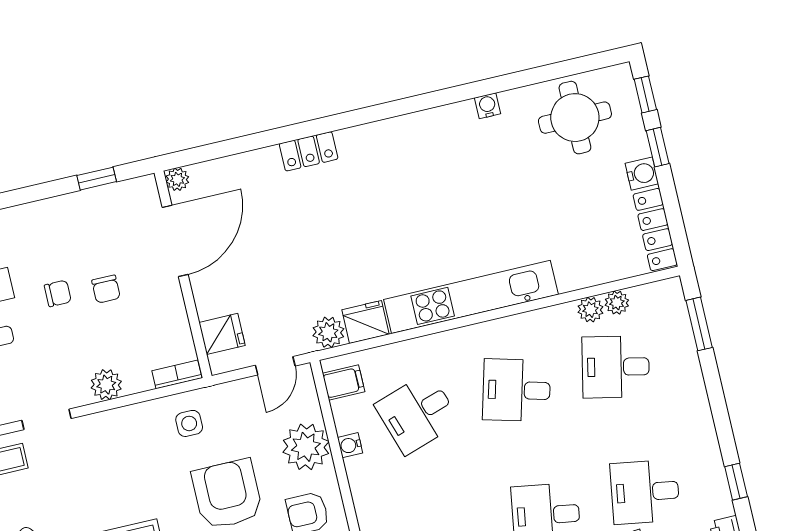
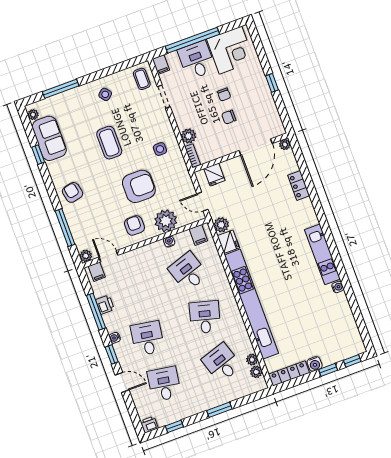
round table: (575, 118) -> (337, 329), removed
kitchen unit: (416, 129) -> (322, 254), added
locker: (309, 151) -> (299, 186), moved
window: (97, 179) -> (272, 83), moved
door: (175, 241) -> (256, 147), hinge flipped
kitchen unit: (471, 297) -> (251, 304), width x1.36
plant: (590, 310) -> (256, 372), moved
window: (699, 324) -> (219, 410), moved
desk: (616, 367) -> (222, 363), turned -30
plant: (106, 385) -> (188, 136), moved
side table: (189, 423) -> (160, 149), moved

